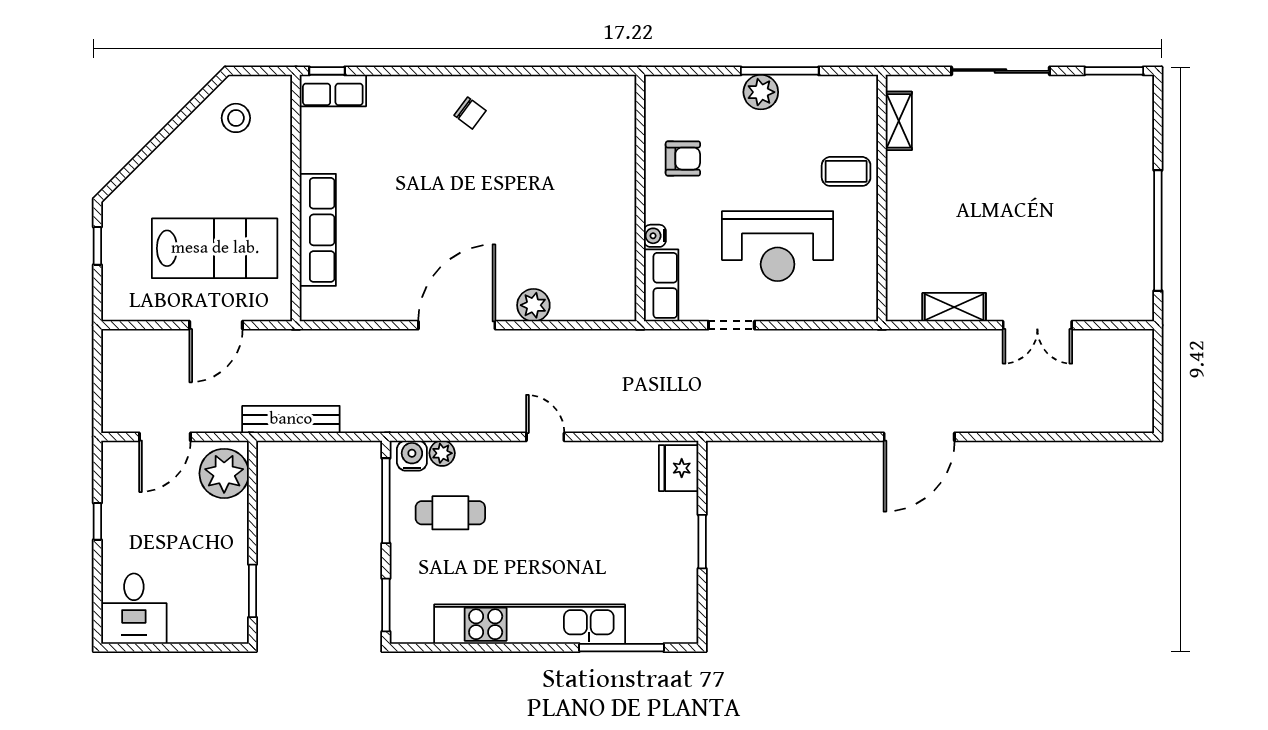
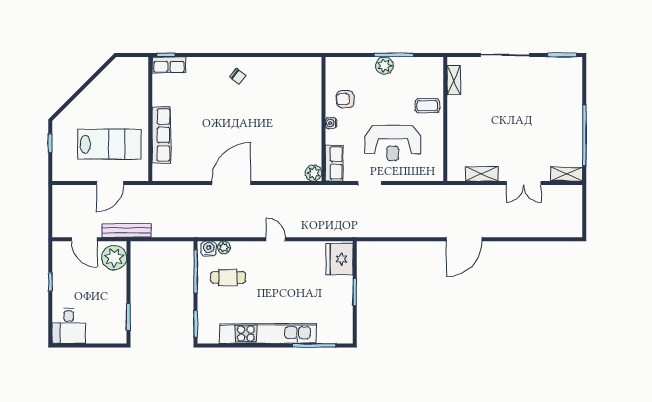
stool: (236, 118) -> (120, 79), removed
armchair: (683, 159) -> (345, 99), turned 180
water cooler: (655, 236) -> (331, 123), moved
plant: (533, 305) -> (313, 173), moved
shelving: (1123, 307) -> (567, 174), added
bench: (291, 419) -> (127, 230), moved
door: (165, 437) -> (84, 239), hinge flipped
fridge: (679, 468) -> (340, 259), width x1.36, depth x1.34

